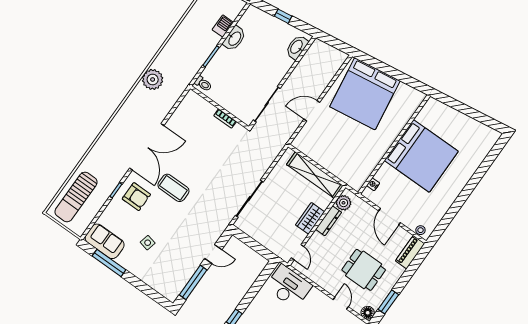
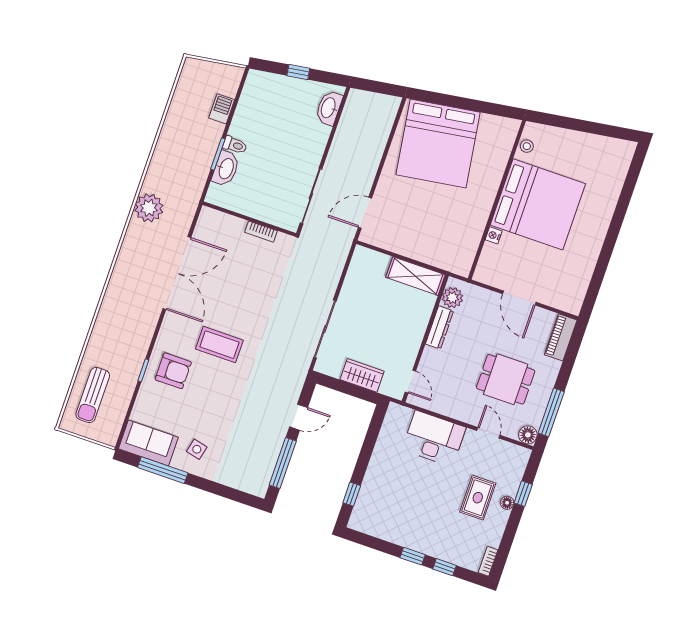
washbasin: (234, 38) -> (226, 168), moved
toilet: (203, 84) -> (235, 145), moved
door: (312, 111) -> (365, 213), moved
double door: (147, 147) -> (177, 273), moved
shelving: (315, 175) -> (415, 276), width x0.68
nightstand: (373, 184) -> (494, 235), moved
sun lounger: (76, 197) -> (93, 395), width x0.73, depth x0.75
wardrobe: (310, 218) -> (362, 375), moved, turned 90
stool: (420, 230) -> (527, 146), moved
side table: (148, 243) -> (197, 449), moved
desk: (289, 286) -> (434, 438), moved
window: (388, 302) -> (551, 412), width x1.44

